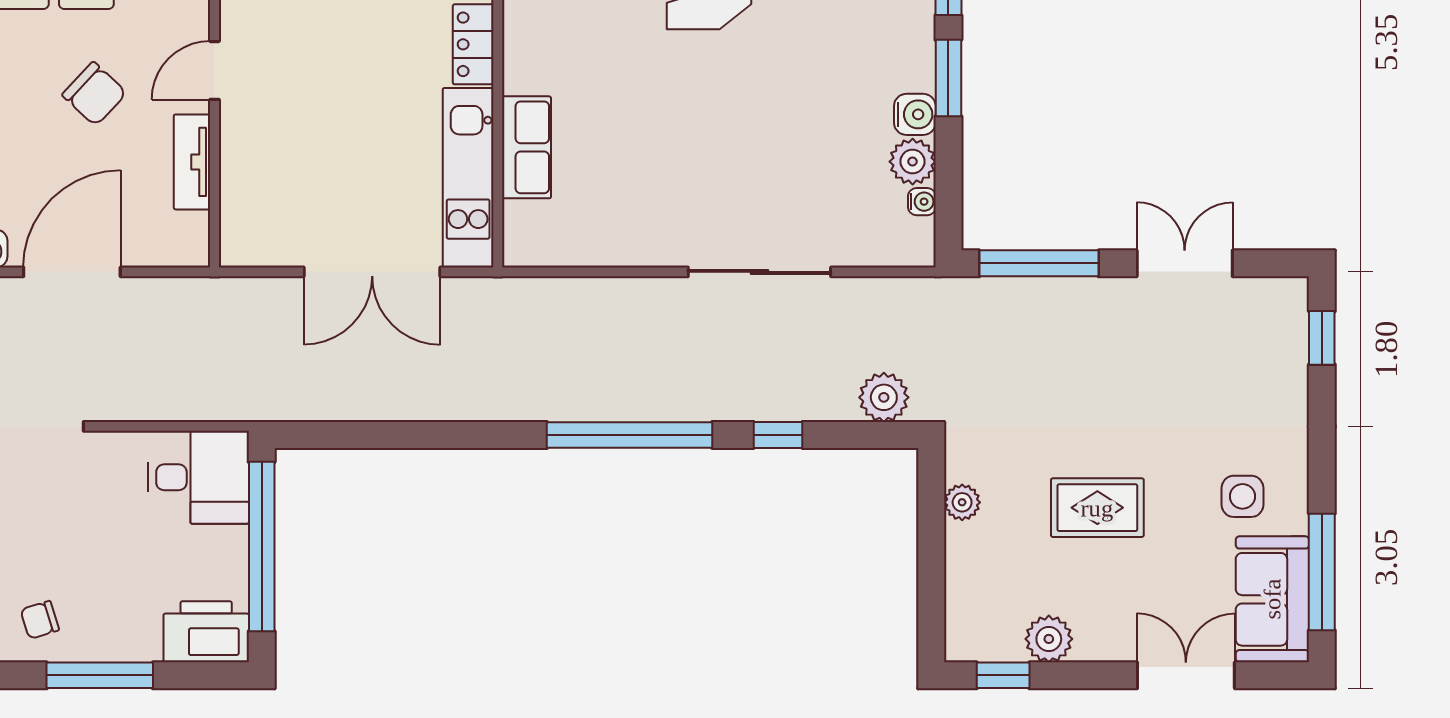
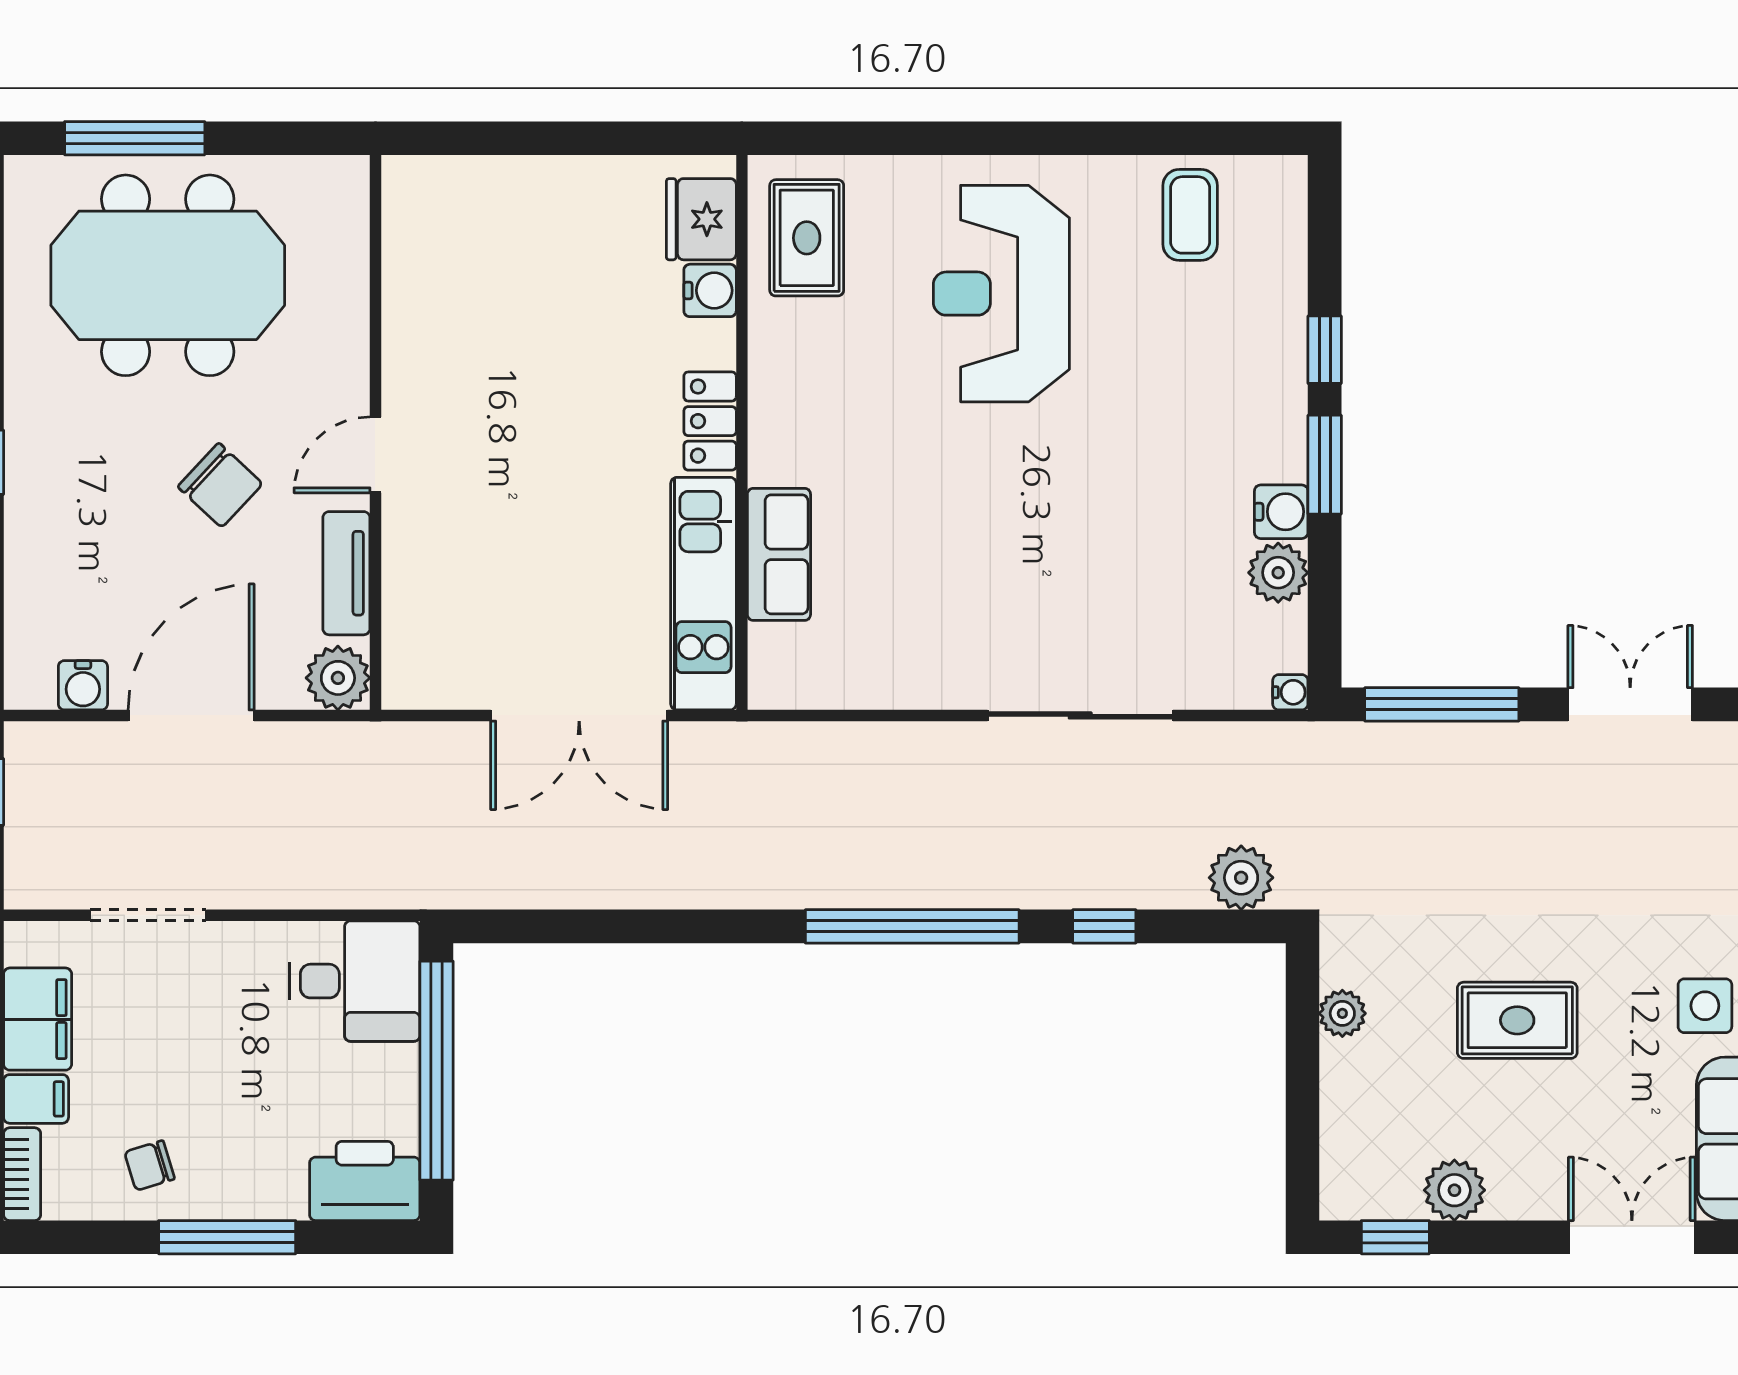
water cooler: (922, 202) -> (1290, 692), moved
plant: (185, 243) -> (338, 678), added

